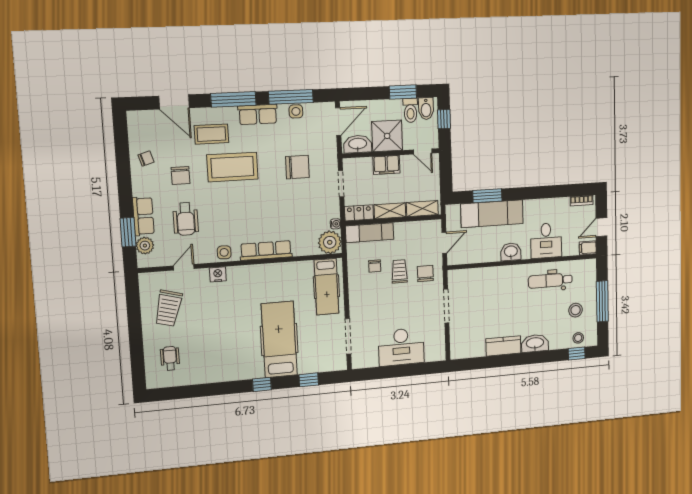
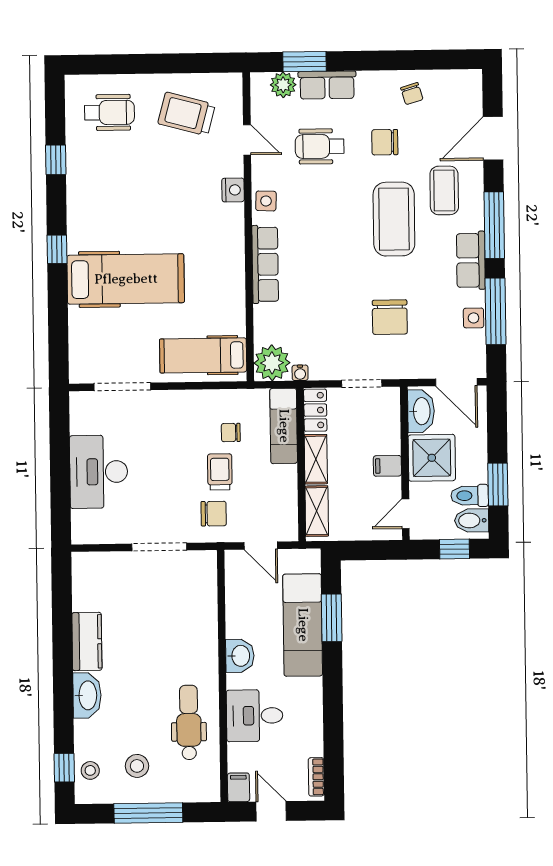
filing cabinet: (386, 165) -> (387, 466), width x0.50
trolley: (399, 271) -> (220, 472), turned -90
wheelchair: (170, 358) -> (109, 112), width x1.36, depth x1.37
window: (309, 380) -> (56, 160), moved

